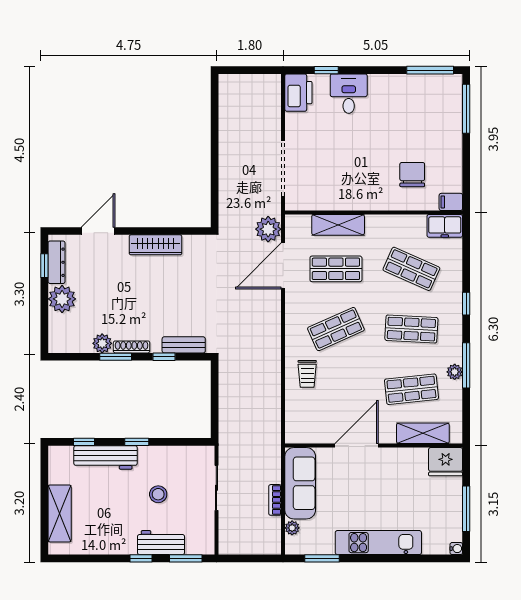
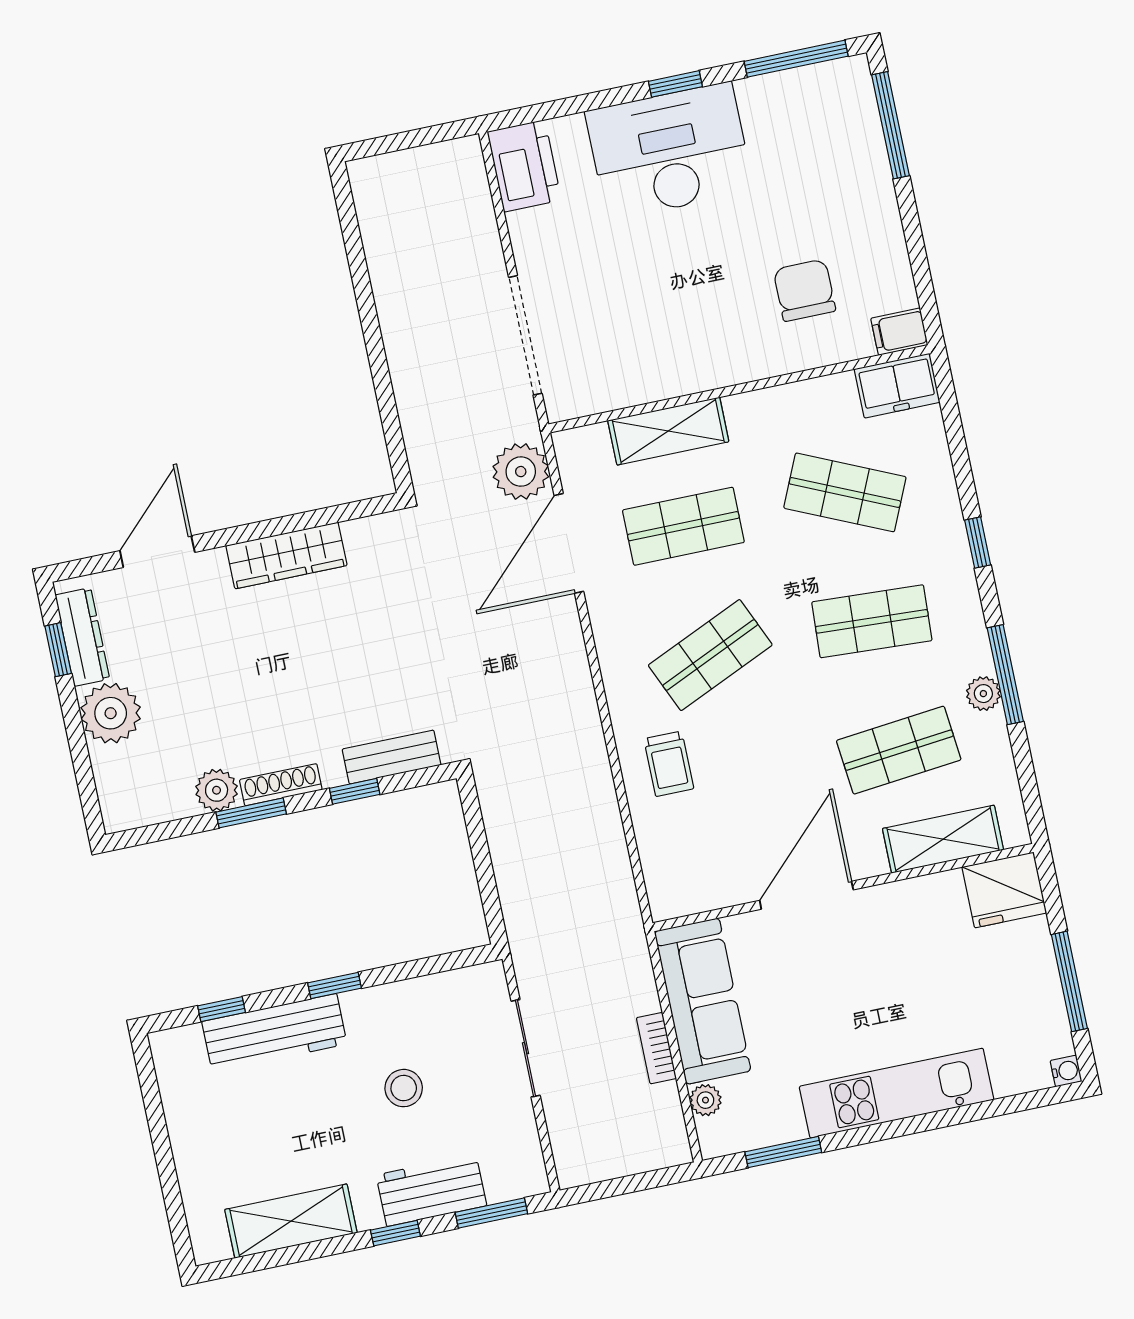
window: (326, 70) -> (675, 84), moved
desk: (349, 94) -> (669, 151), width x1.87, depth x1.30
shelving: (60, 513) -> (291, 1221), moved, turned 90

